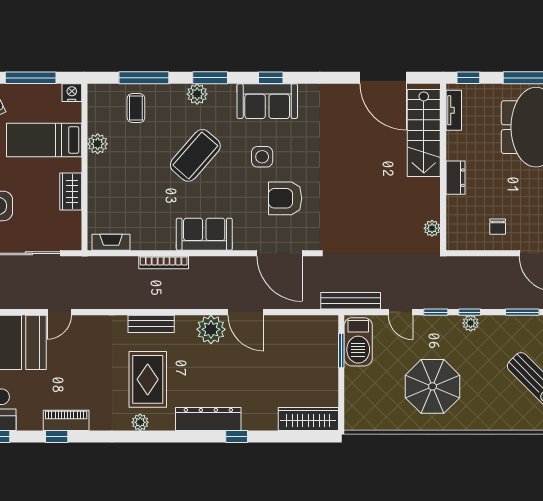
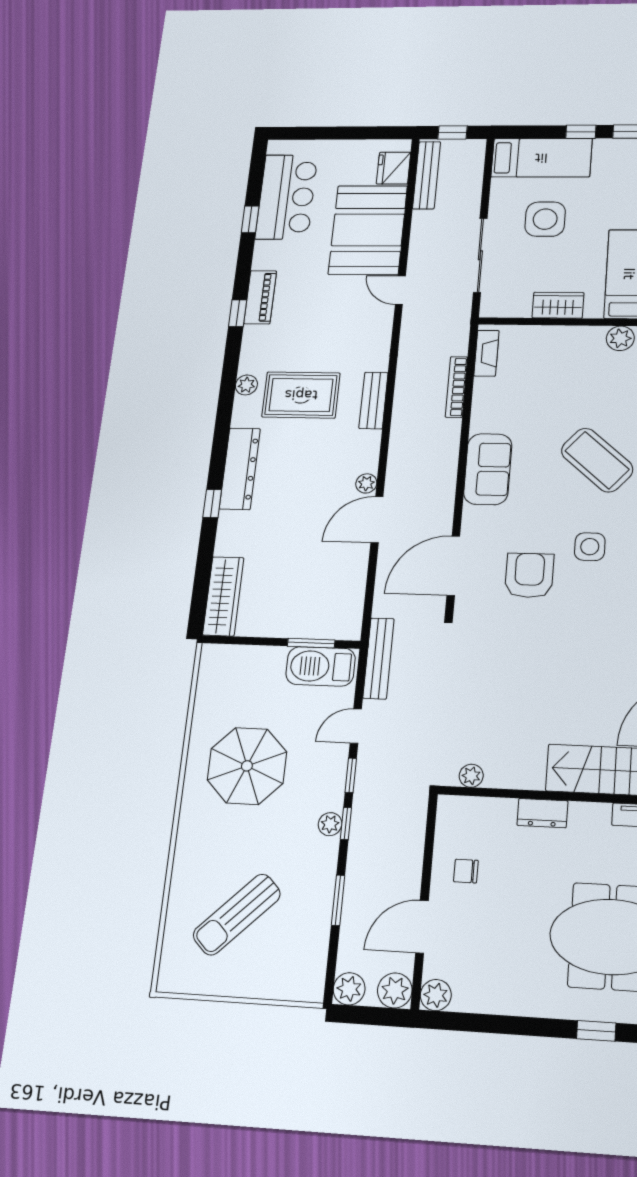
bookcase: (164, 263) -> (456, 387), moved
plant: (211, 329) -> (366, 483), width x0.53, depth x0.53
window: (57, 437) -> (238, 313), moved

